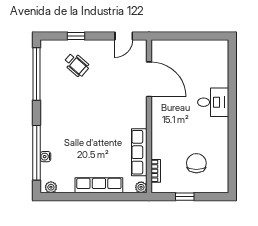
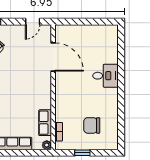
row of seats: (139, 152) -> (45, 123), width x0.68
chair: (196, 163) -> (92, 125), turned -90

